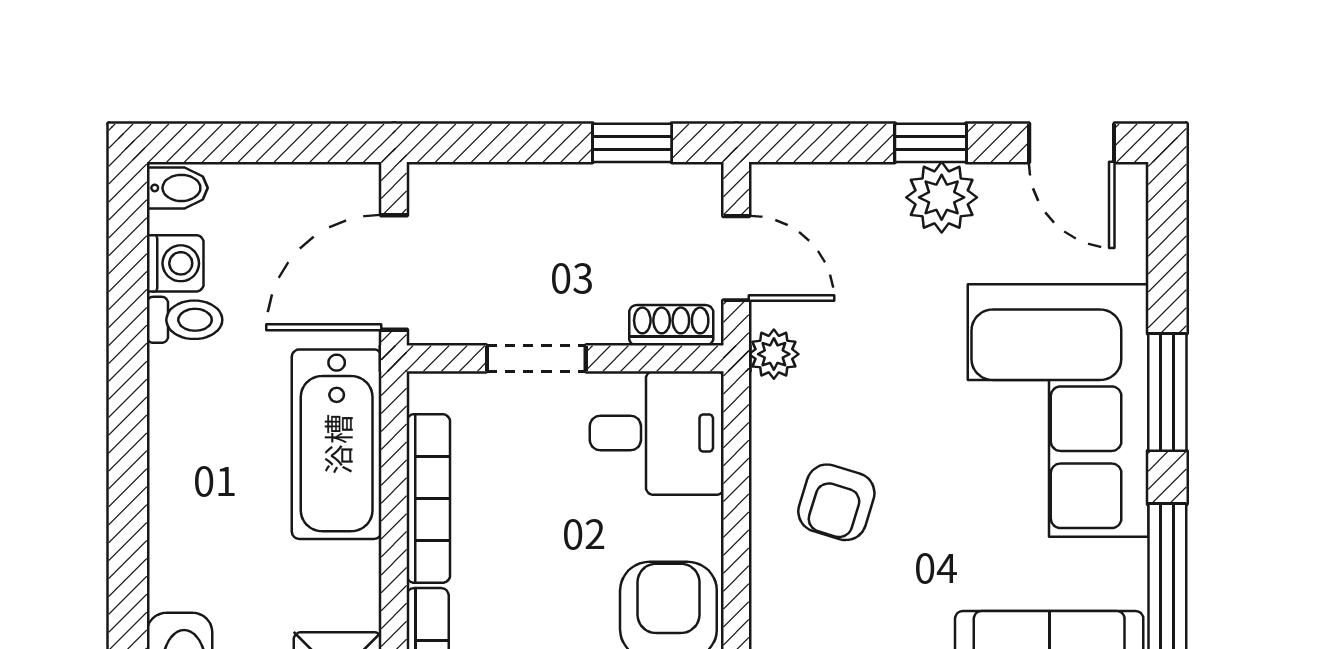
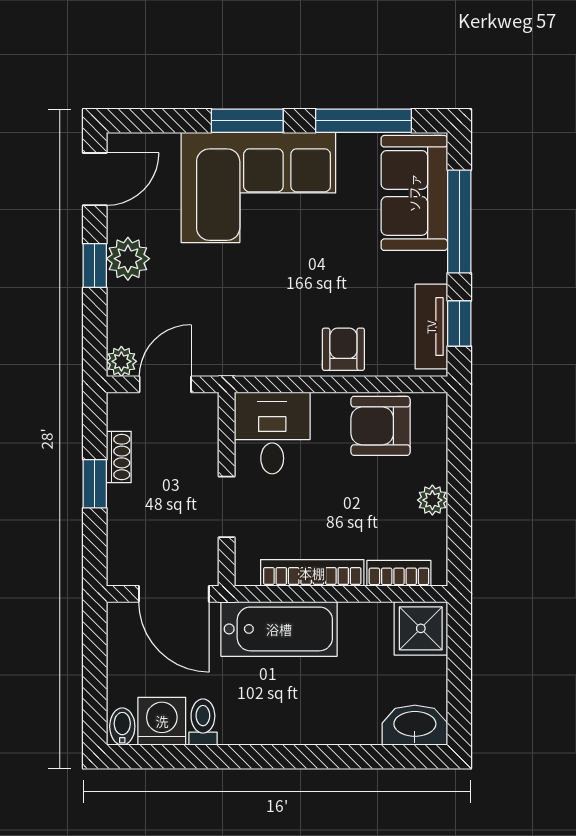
window: (632, 143) -> (95, 484), moved
washing machine: (175, 263) -> (162, 721), width x1.38, depth x1.38
shoe rack: (671, 325) -> (119, 457), moved, turned 180
plant: (774, 354) -> (121, 361), moved
armchair: (836, 502) -> (343, 349), moved, turned -107

